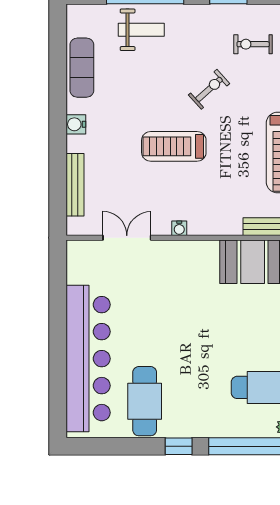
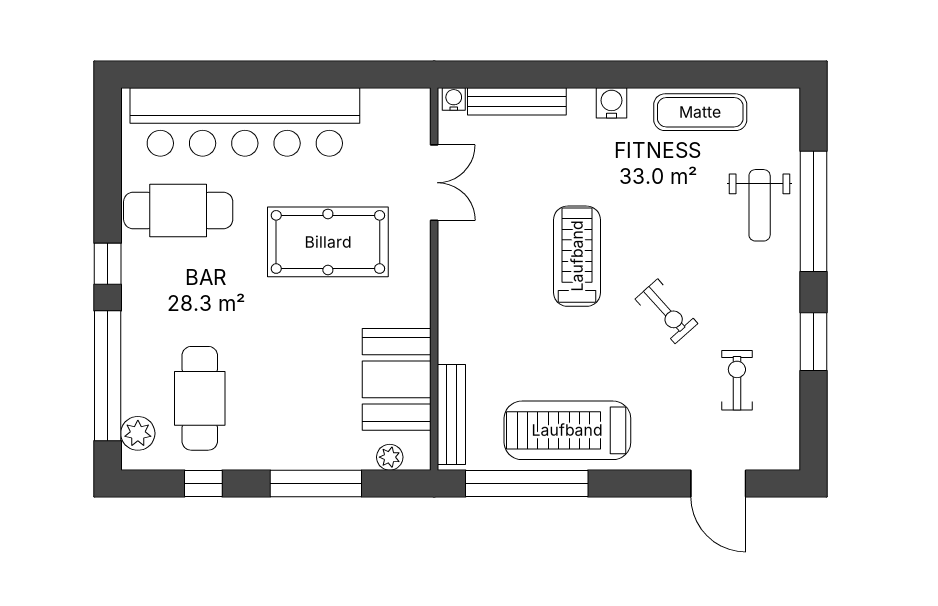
water cooler: (179, 228) -> (454, 99), moved, turned 90
pool table: (165, 306) -> (328, 242), added

